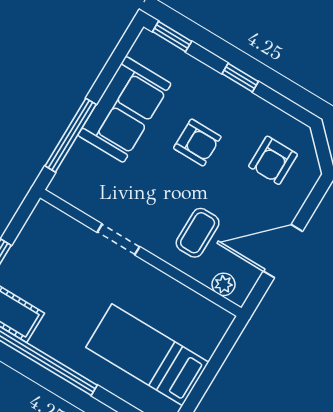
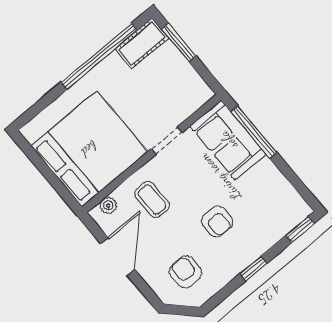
sofa: (124, 109) -> (228, 140), moved
armchair: (197, 143) -> (217, 222), turned -90
bed: (147, 355) -> (89, 149), width x2.04

